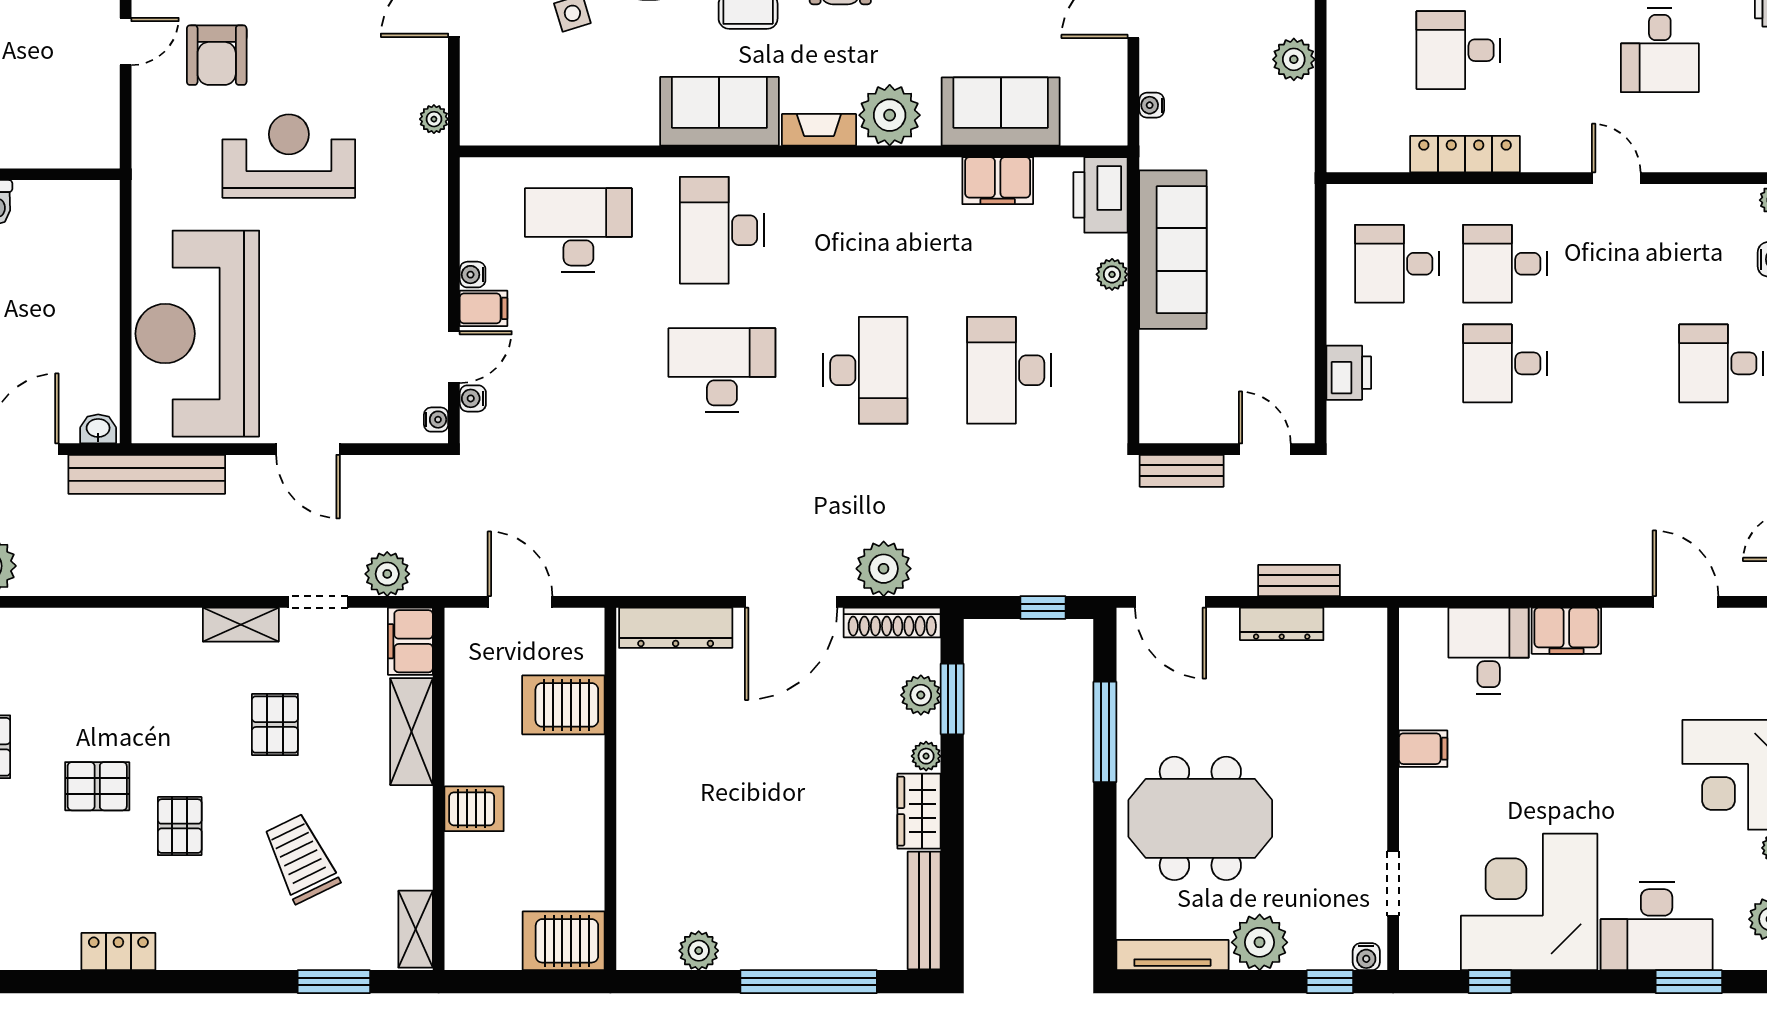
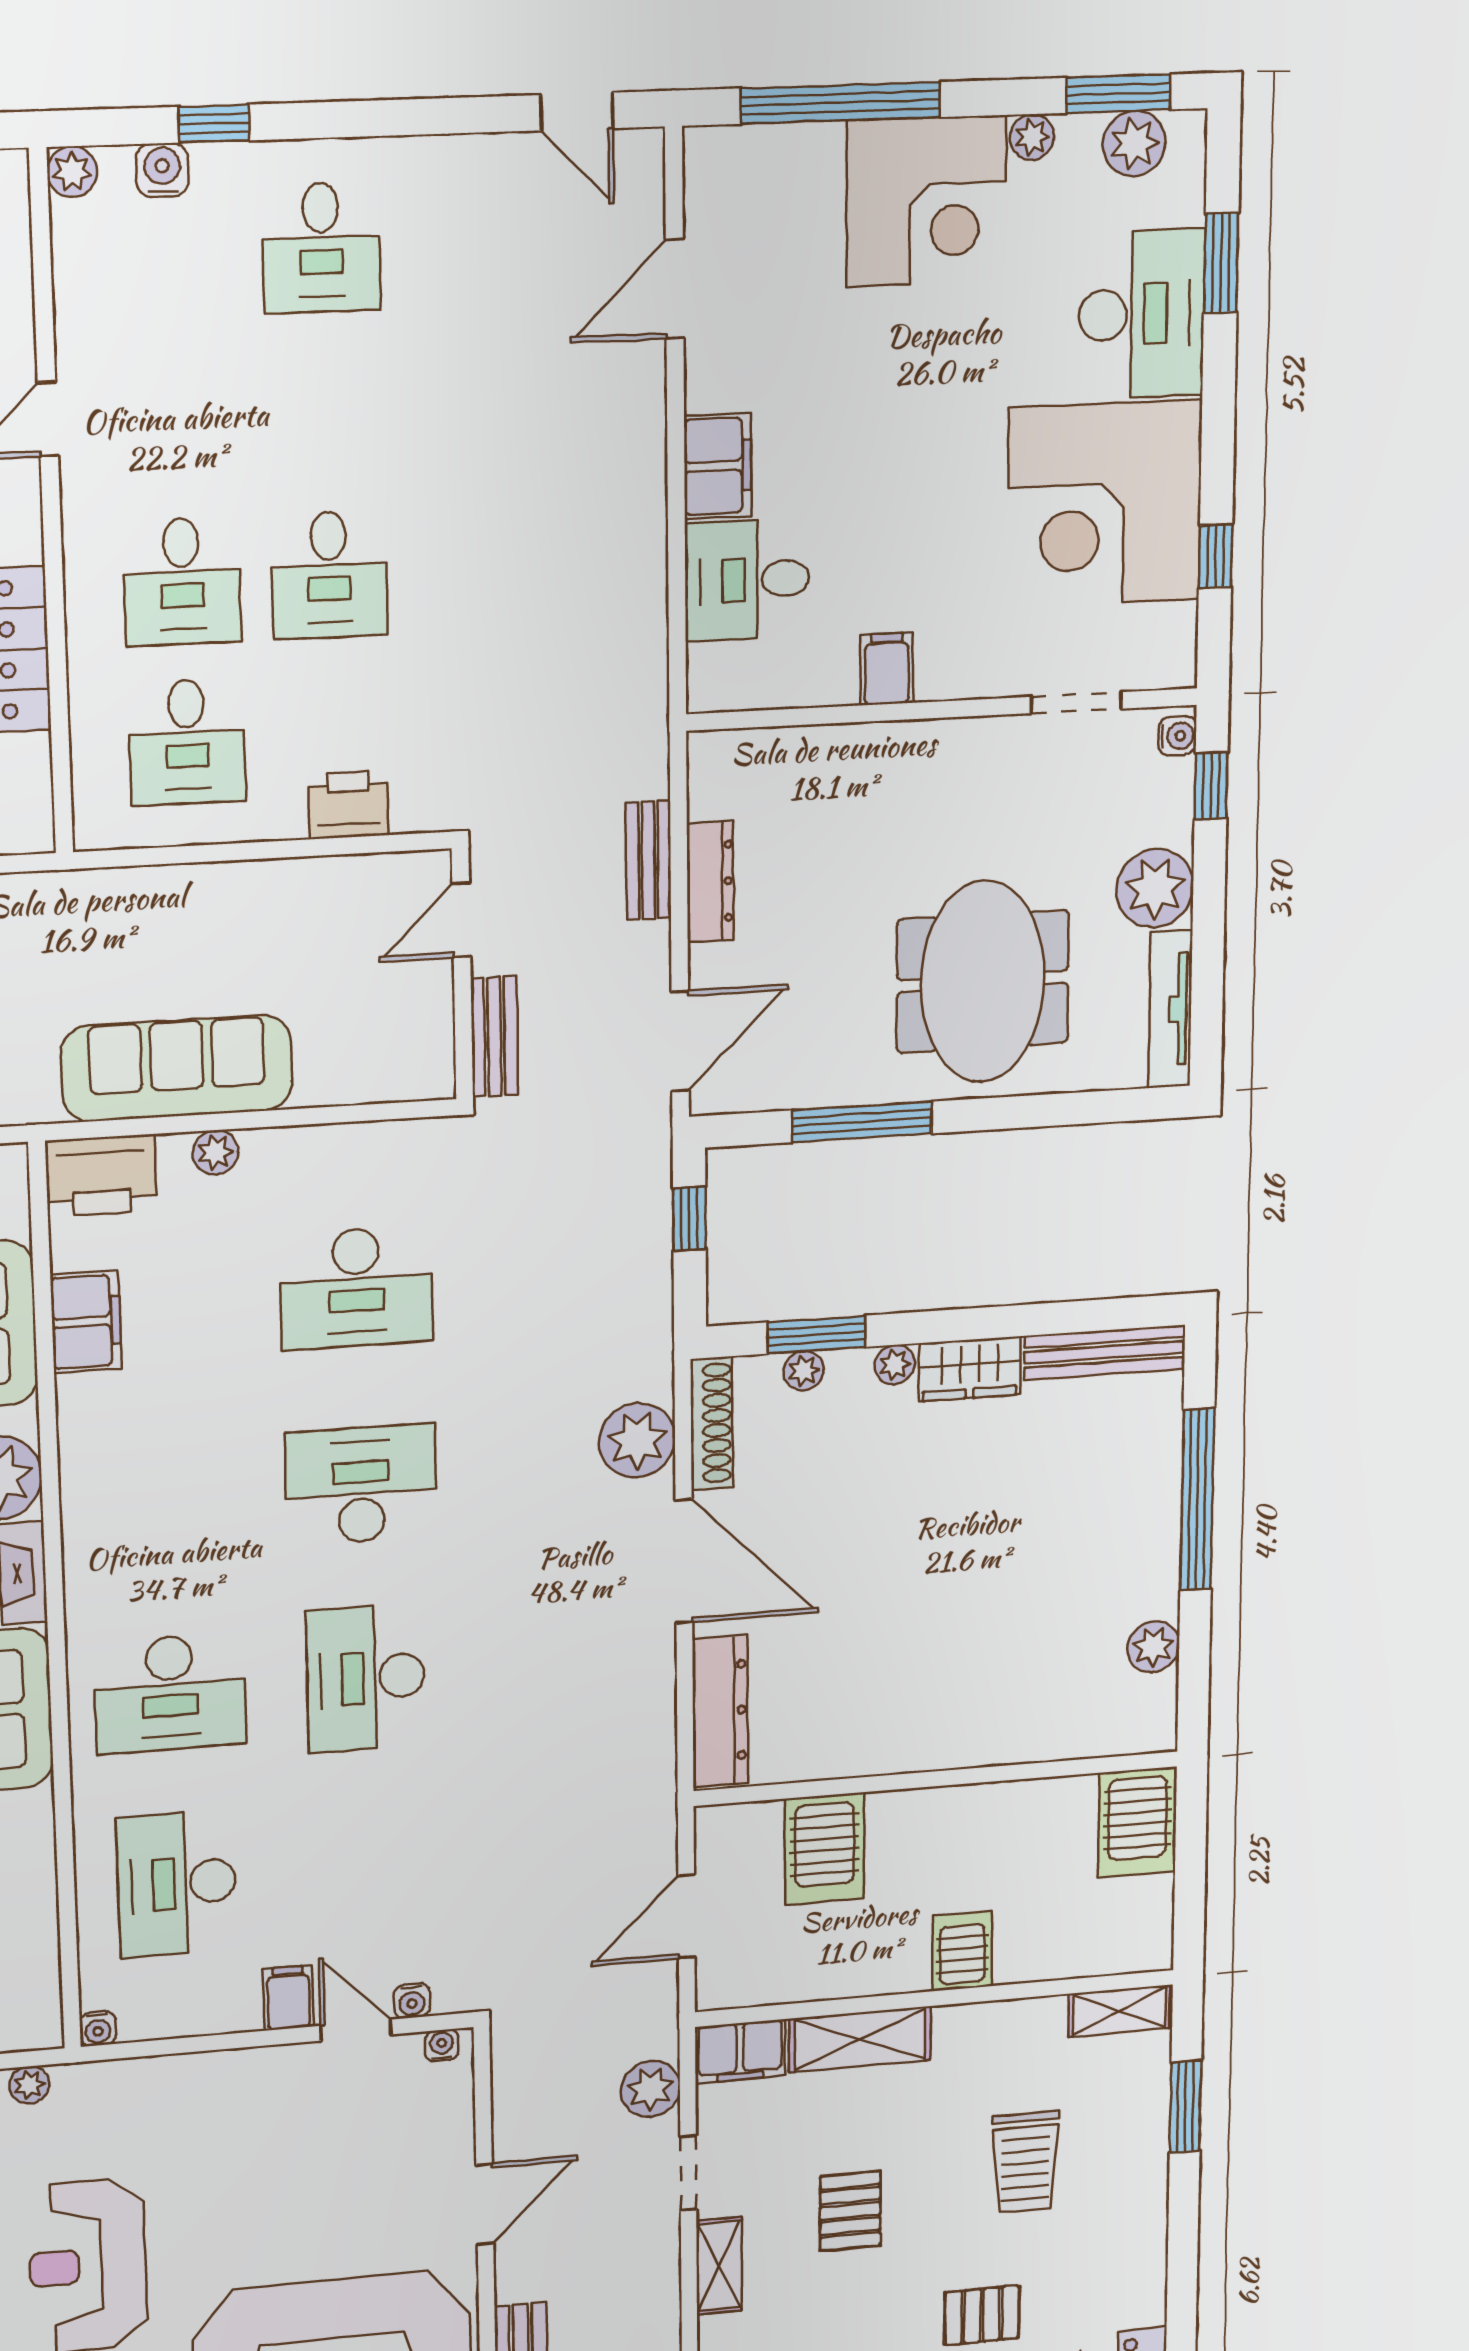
water cooler: (473, 275) -> (98, 2029), moved
plant: (921, 695) -> (804, 1371), width x0.73, depth x0.73
pallet: (275, 725) -> (850, 2211), turned 90
trolley: (301, 858) -> (1025, 2162), turned -64

